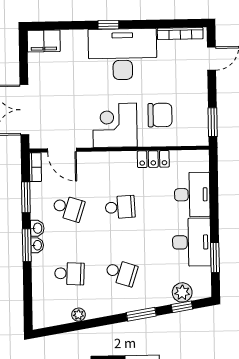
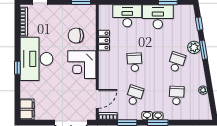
chair: (160, 115) -> (76, 36), turned -90
plant: (182, 292) -> (194, 47), moved

